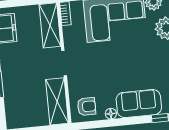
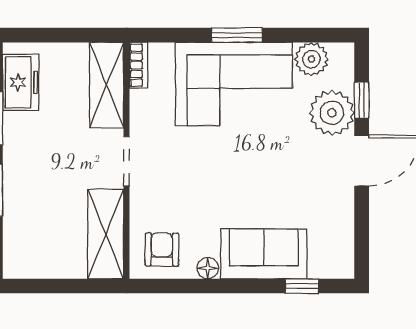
armchair: (87, 106) -> (162, 250), turned -90

